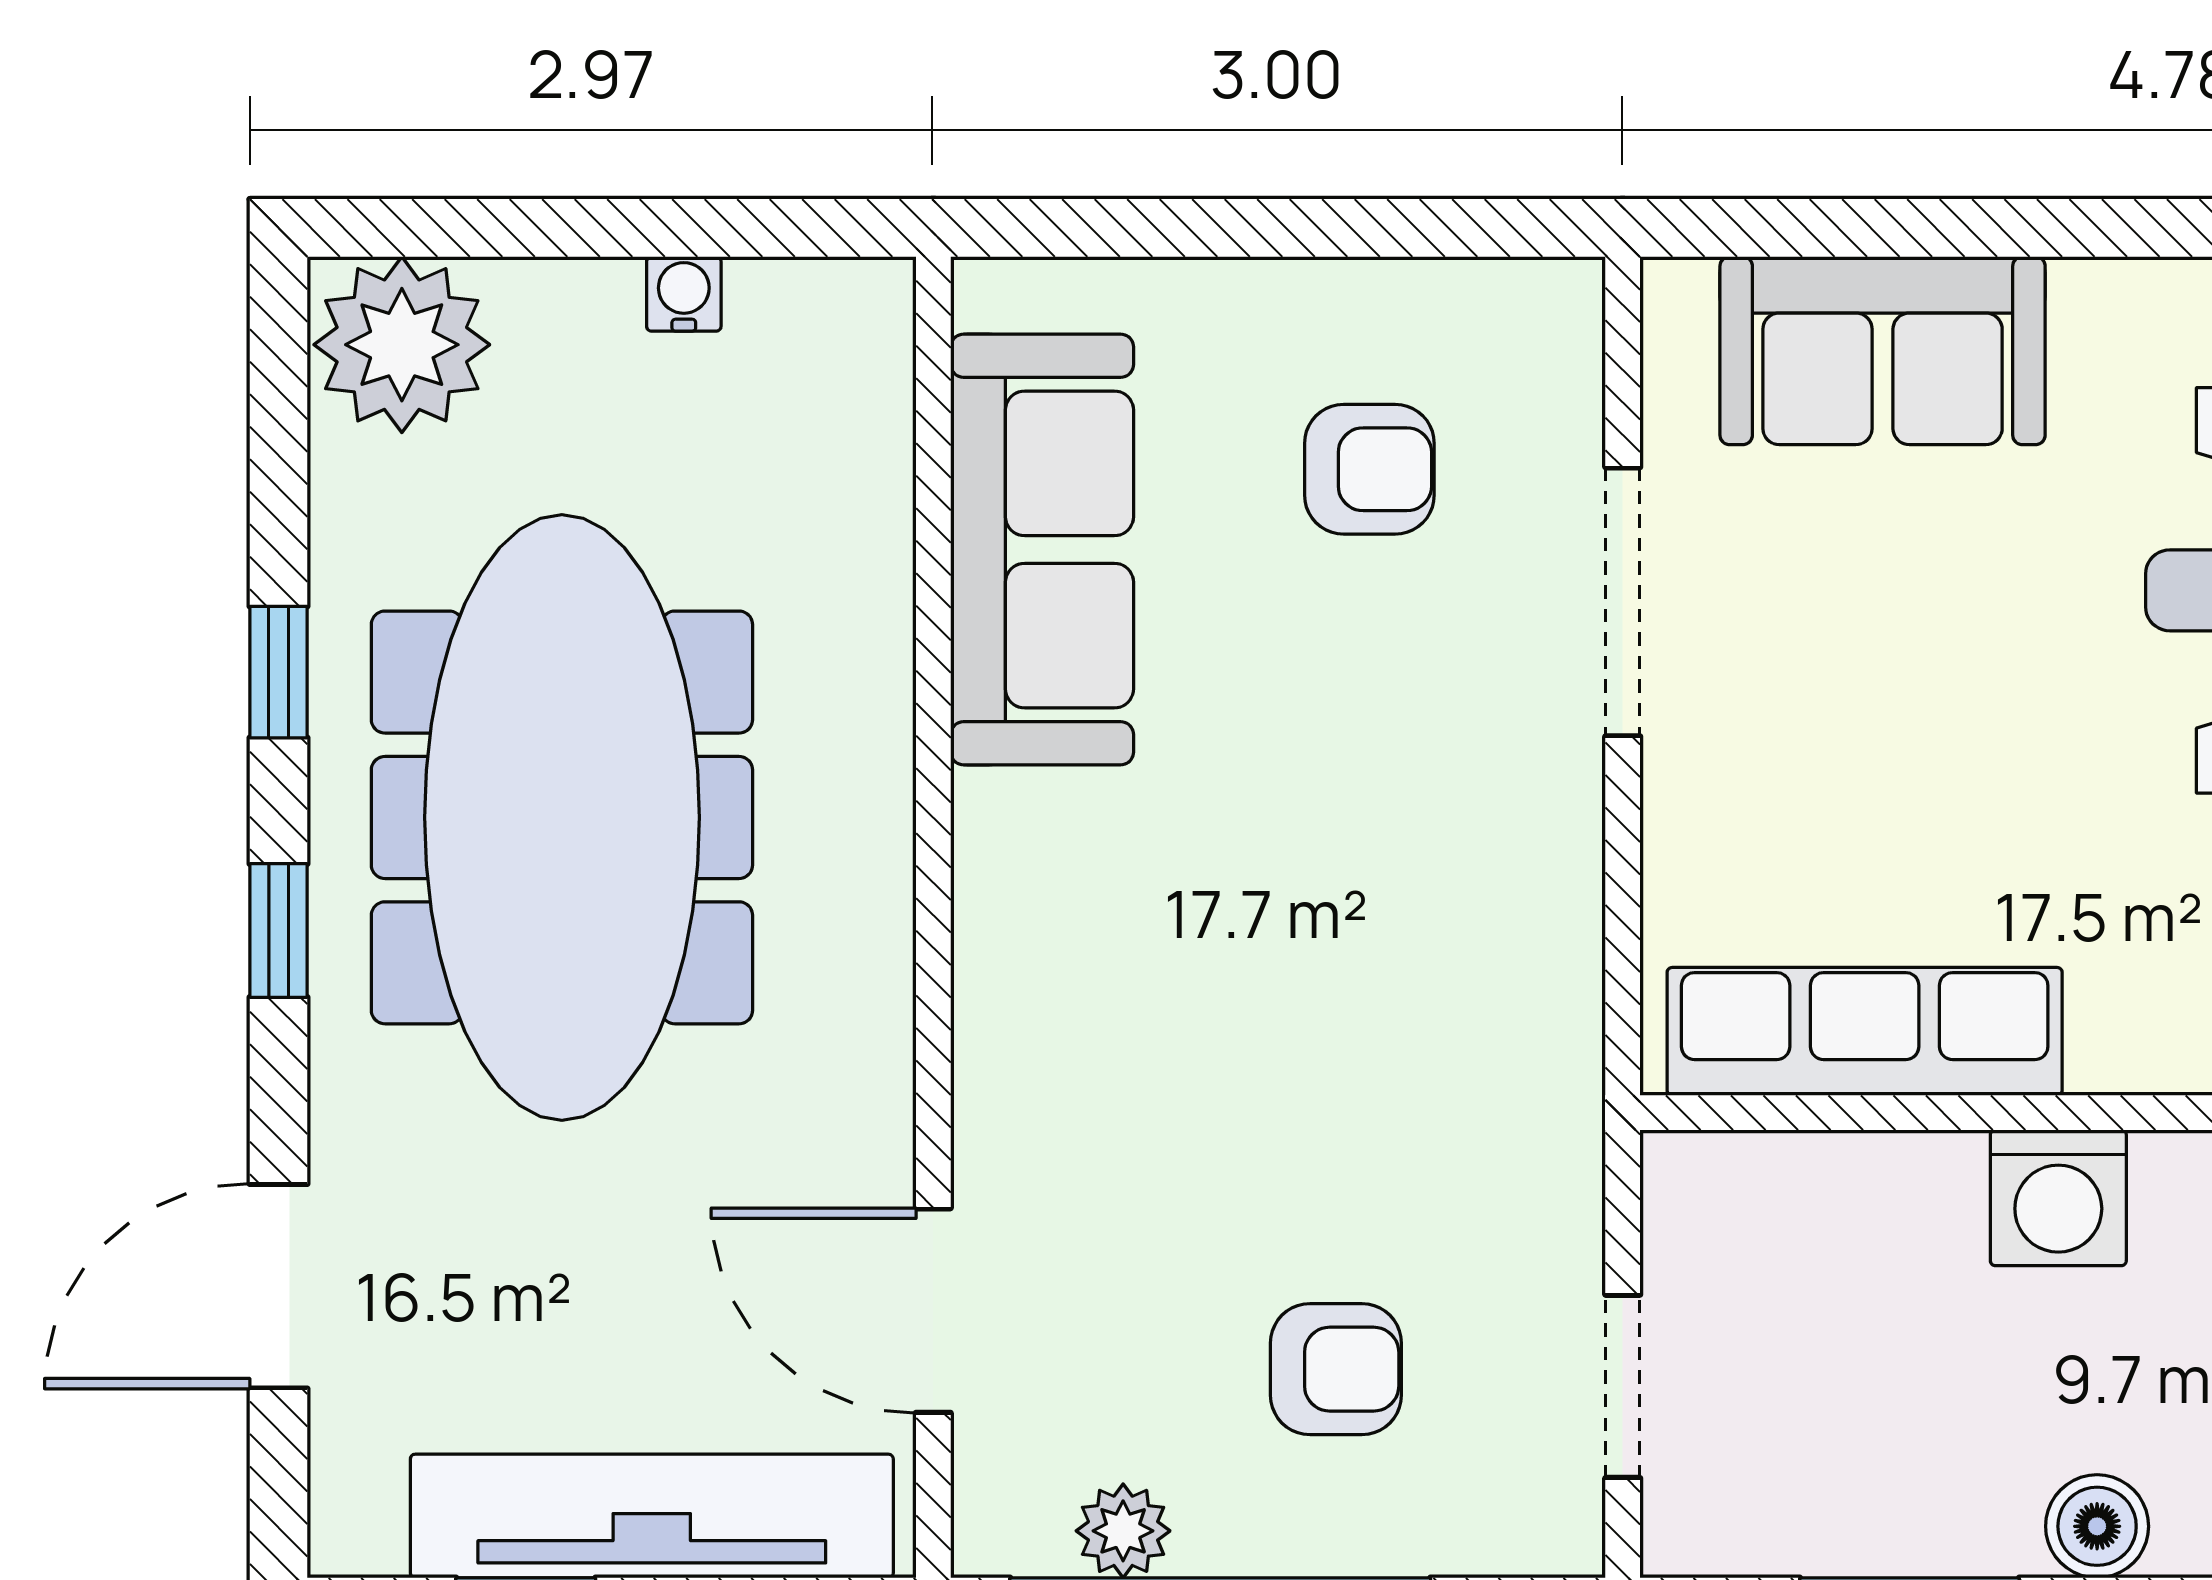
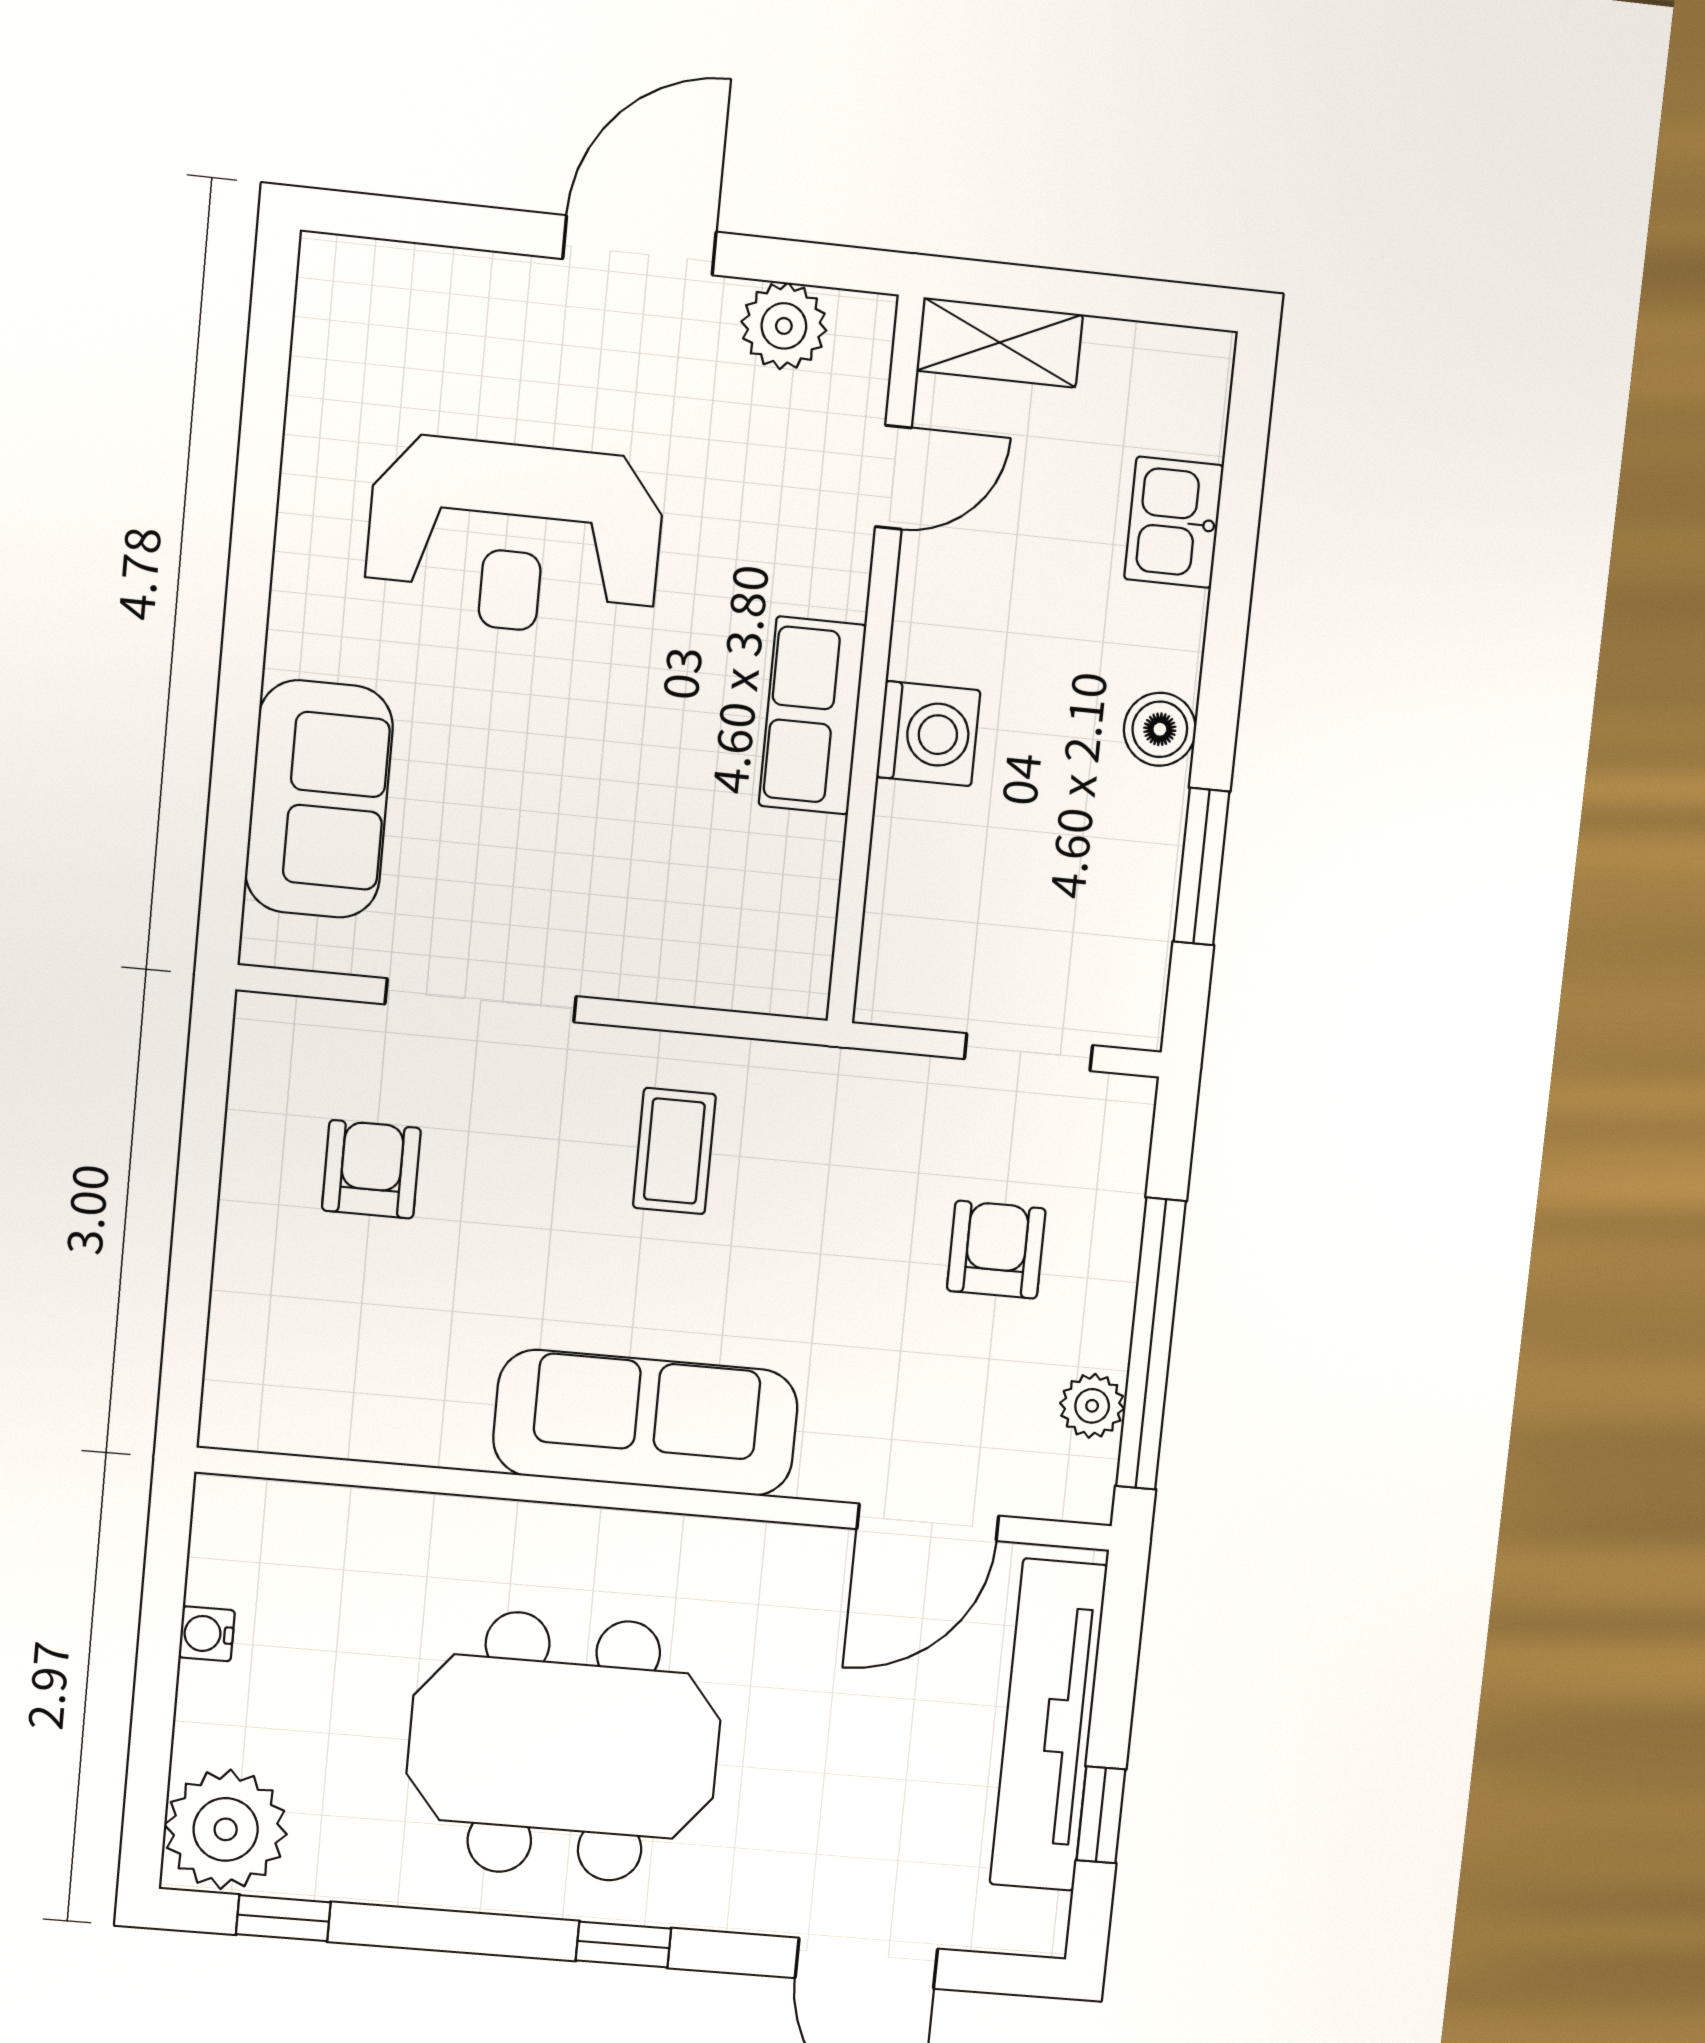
sofa: (1042, 549) -> (646, 1423), moved
window: (278, 672) -> (283, 1918), moved
meeting table: (562, 817) -> (564, 1747), width x0.73
coffee table: (1435, 895) -> (674, 1151), added
row of seats: (1865, 1031) -> (812, 715), moved, width x0.68

